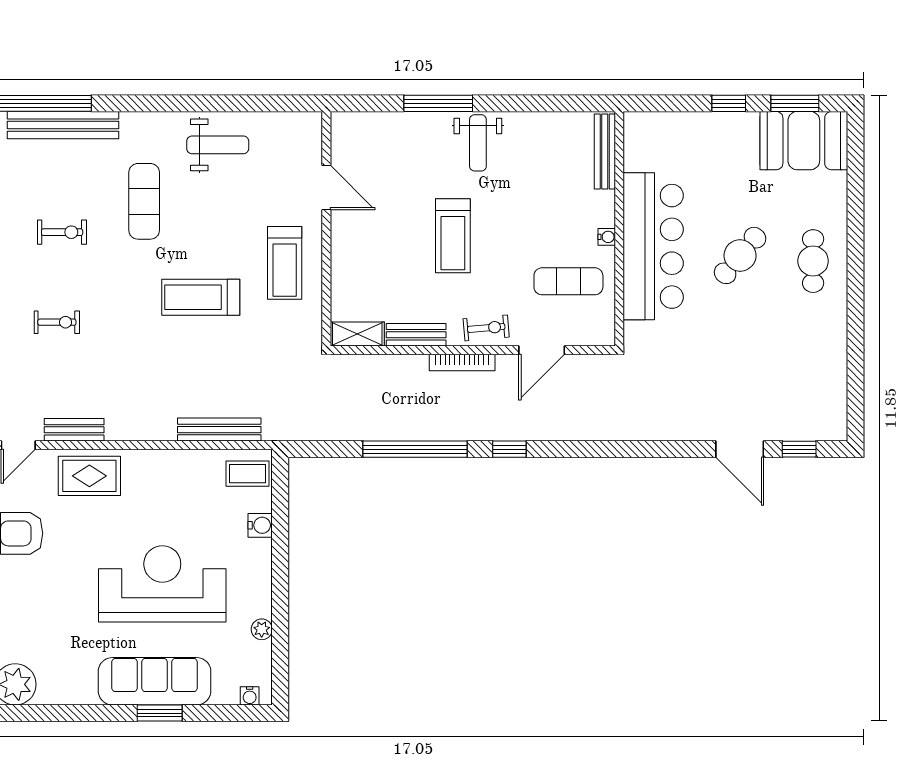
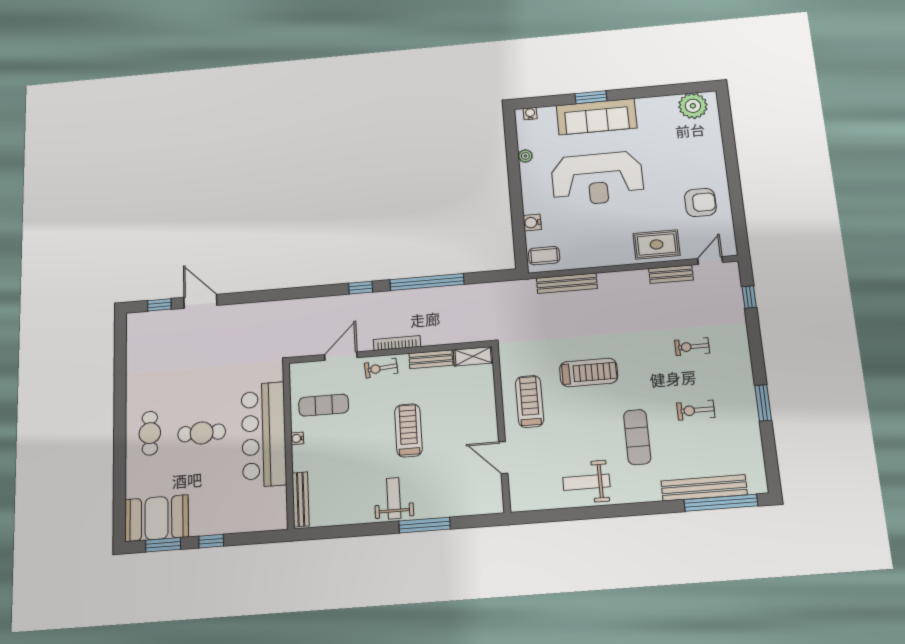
cafe table: (740, 255) -> (202, 433), turned 50

